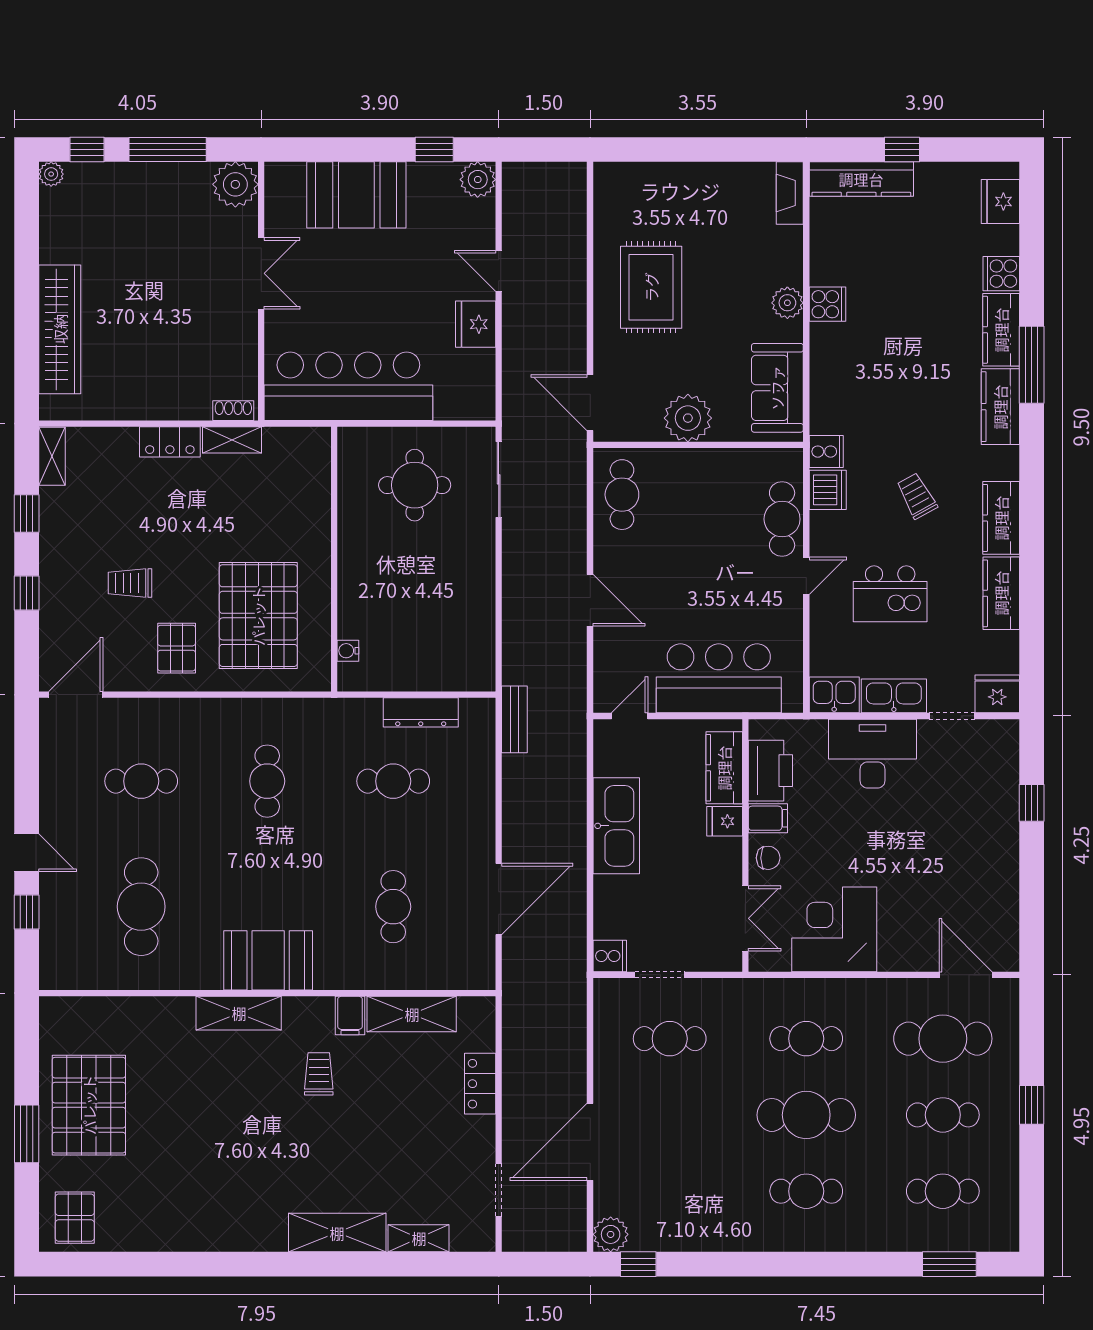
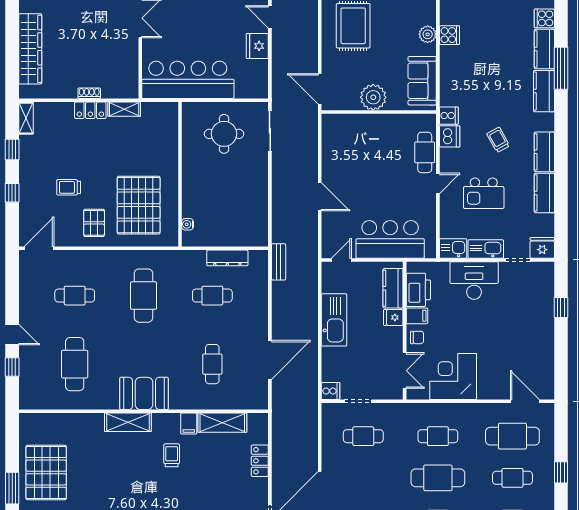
shoe rack: (233, 411) -> (89, 93), moved
cafe table: (622, 495) -> (337, 139), removed
cafe table: (267, 781) -> (143, 296), width x1.37, depth x1.35

